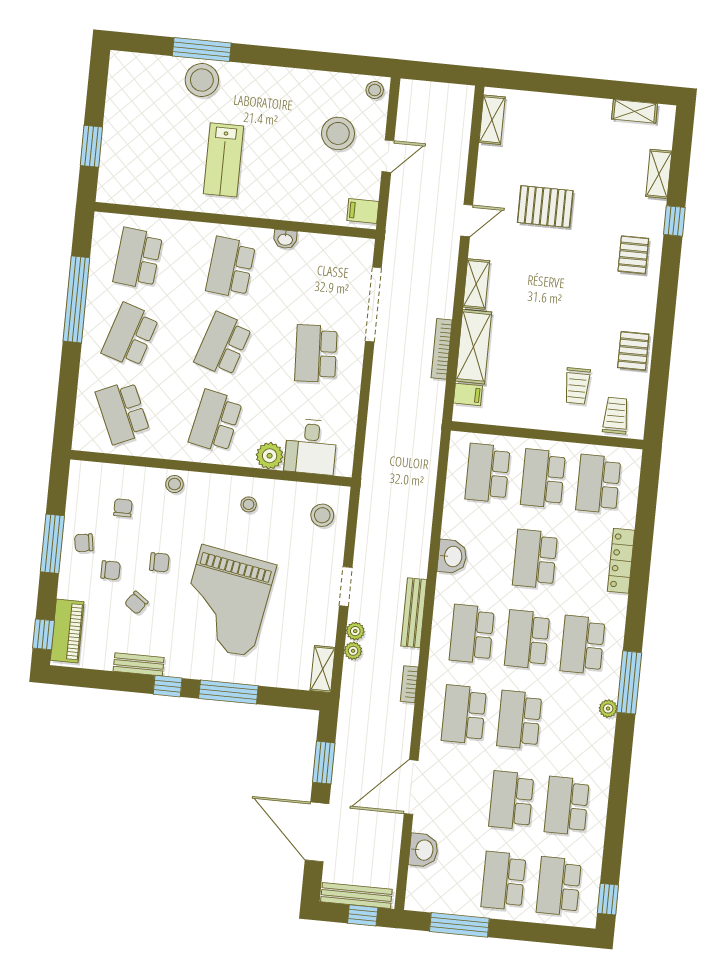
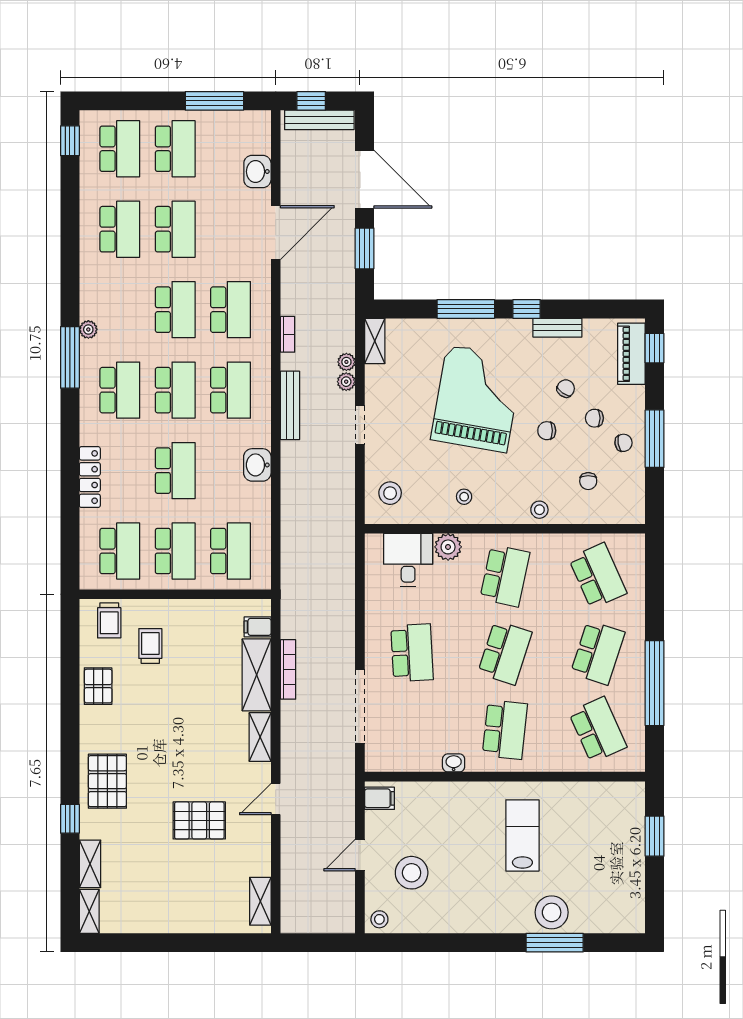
shelving: (635, 111) -> (89, 911), moved, turned 90
pallet: (633, 255) -> (107, 781), width x1.50, depth x1.42
school desk: (138, 258) -> (598, 730), turned -30

